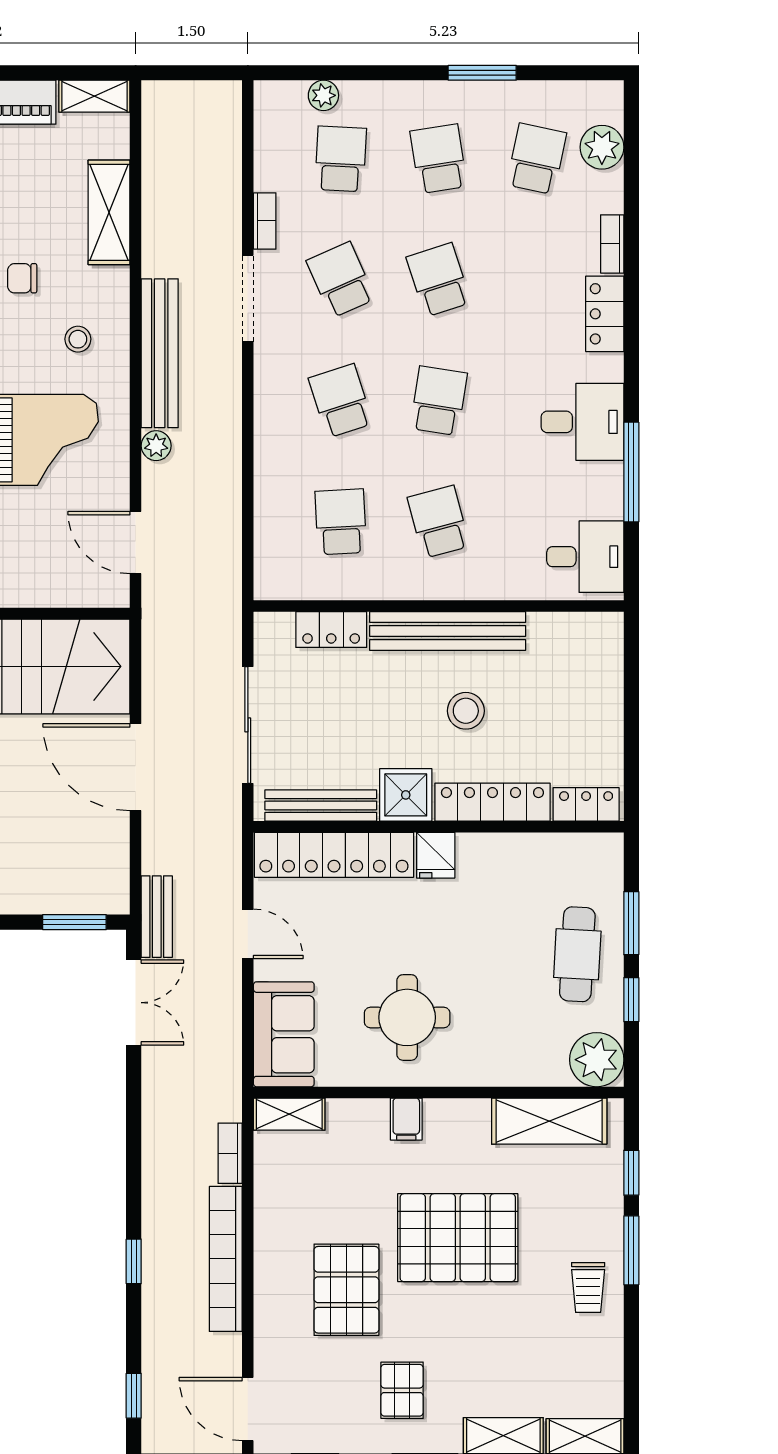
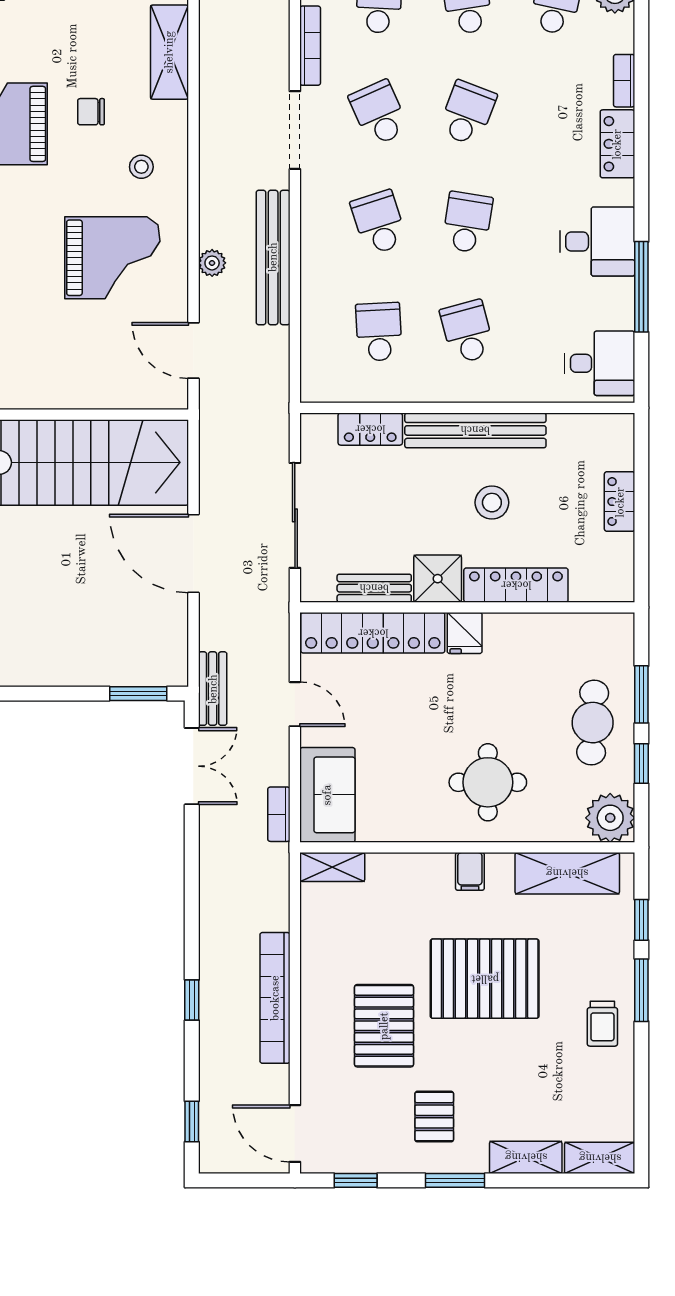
bookcase: (265, 221) -> (310, 46), width x1.56
school desk: (439, 280) -> (467, 113), turned 39
bench: (160, 353) -> (273, 257), moved
locker: (586, 804) -> (620, 502), moved, turned -90
bench: (321, 805) -> (374, 588), width x0.73
round table: (407, 1017) -> (488, 782), moved
filing cabinet: (406, 1119) -> (470, 871), moved
bookcase: (230, 1153) -> (279, 814), moved

